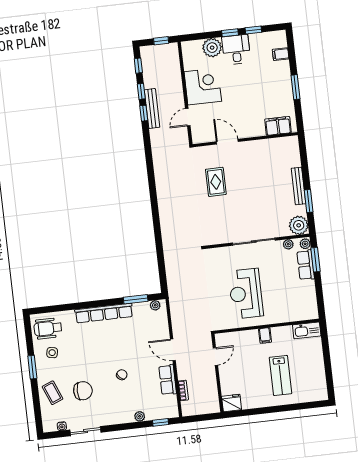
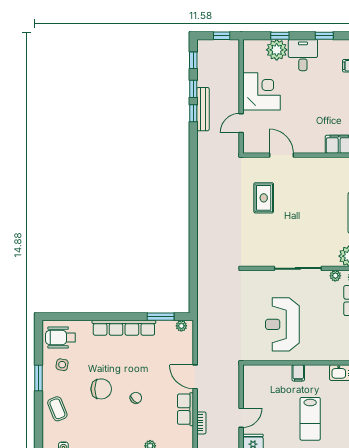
window: (230, 33) -> (280, 36), moved
door: (215, 357) -> (241, 418), moved
chair: (83, 391) -> (101, 389), moved

